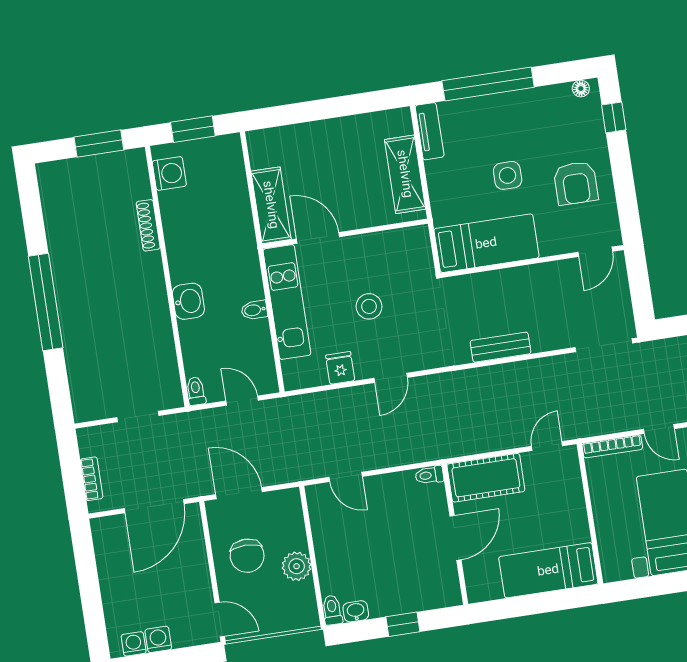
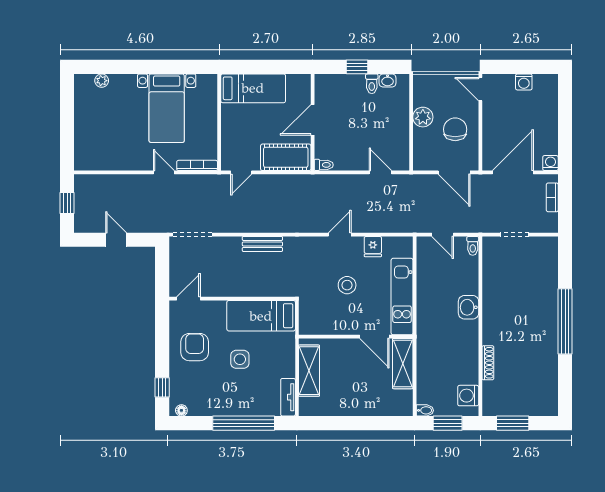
bidet: (254, 310) -> (425, 410), moved
toilet: (332, 610) -> (372, 84), moved
washing machine: (134, 644) -> (550, 163), moved, turned 180

